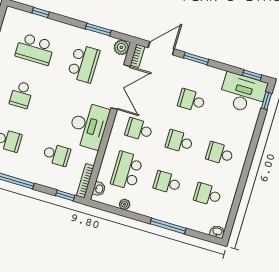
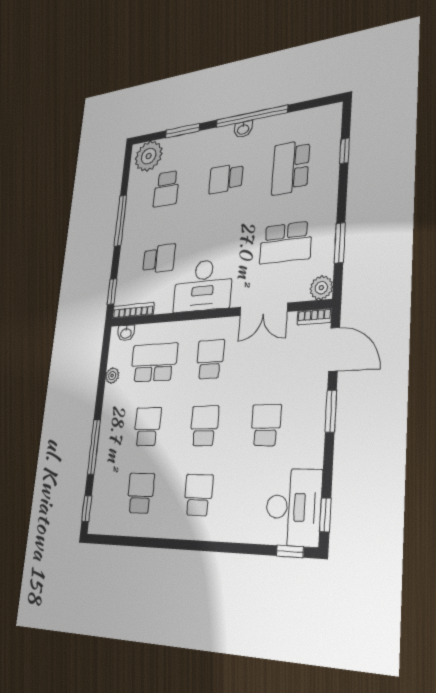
double door: (121, 87) -> (263, 309), width x0.73
school desk: (57, 155) -> (159, 259), turned -90
washbasin: (217, 232) -> (95, 523), removed
window: (206, 237) -> (87, 508), added

